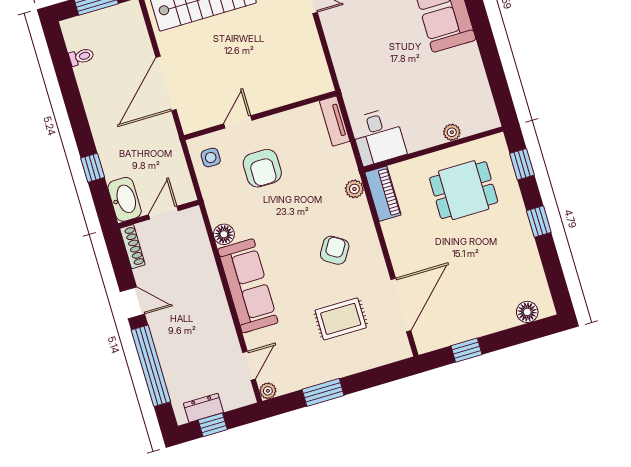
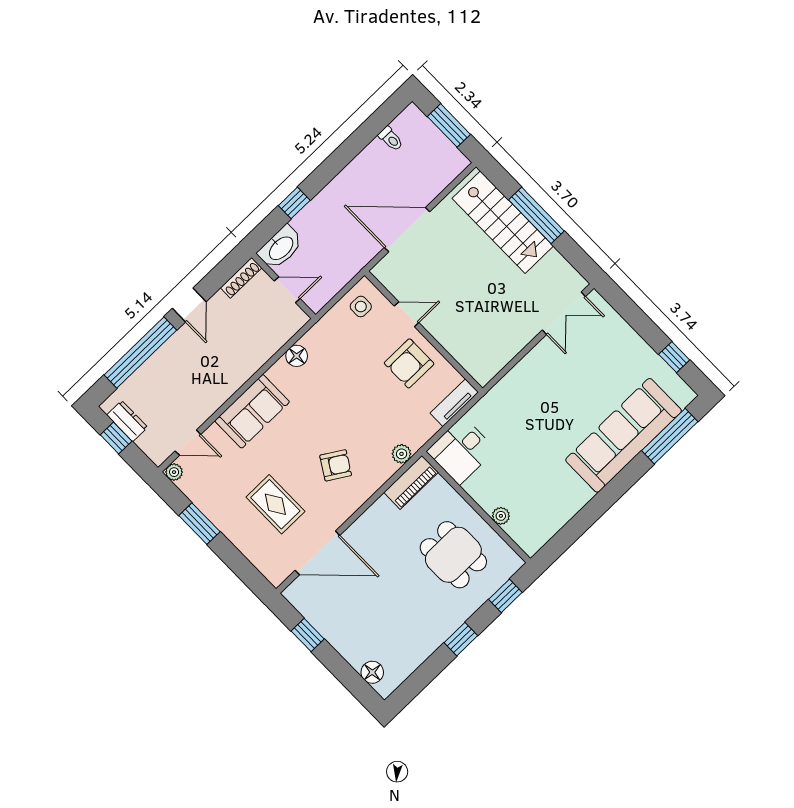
armchair: (262, 168) -> (409, 363), moved
sofa: (248, 286) -> (252, 411), width x0.73

